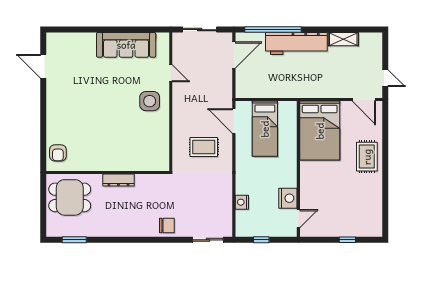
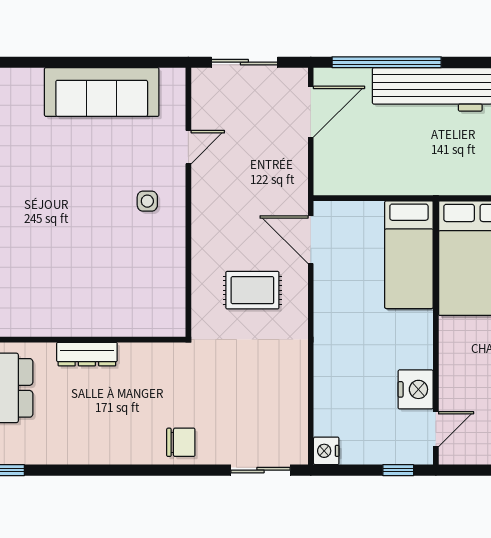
door: (171, 73) -> (188, 147), hinge flipped
side table: (150, 101) -> (147, 201), width x0.54, depth x0.54
bed: (265, 129) -> (409, 255), moved
nightstand: (242, 202) -> (326, 451), moved
window: (261, 240) -> (398, 470), moved

